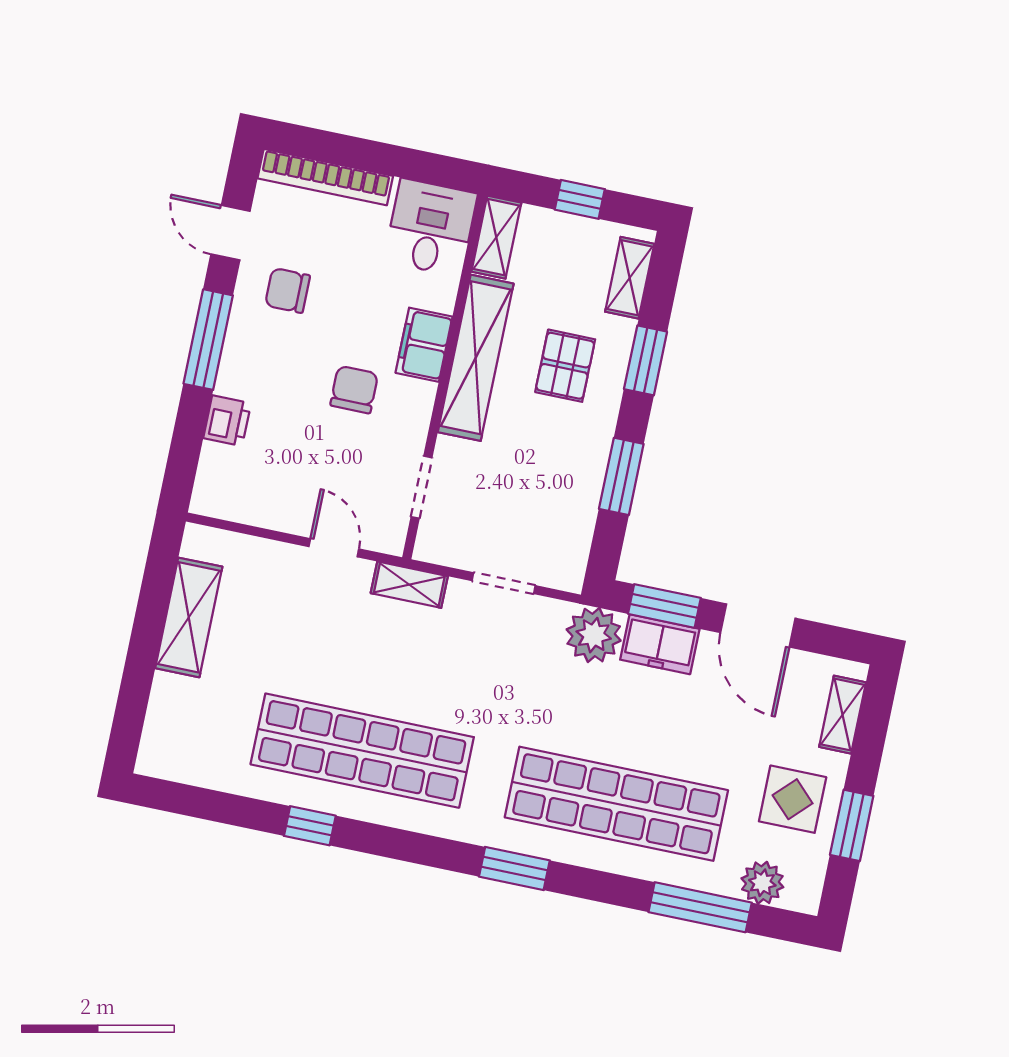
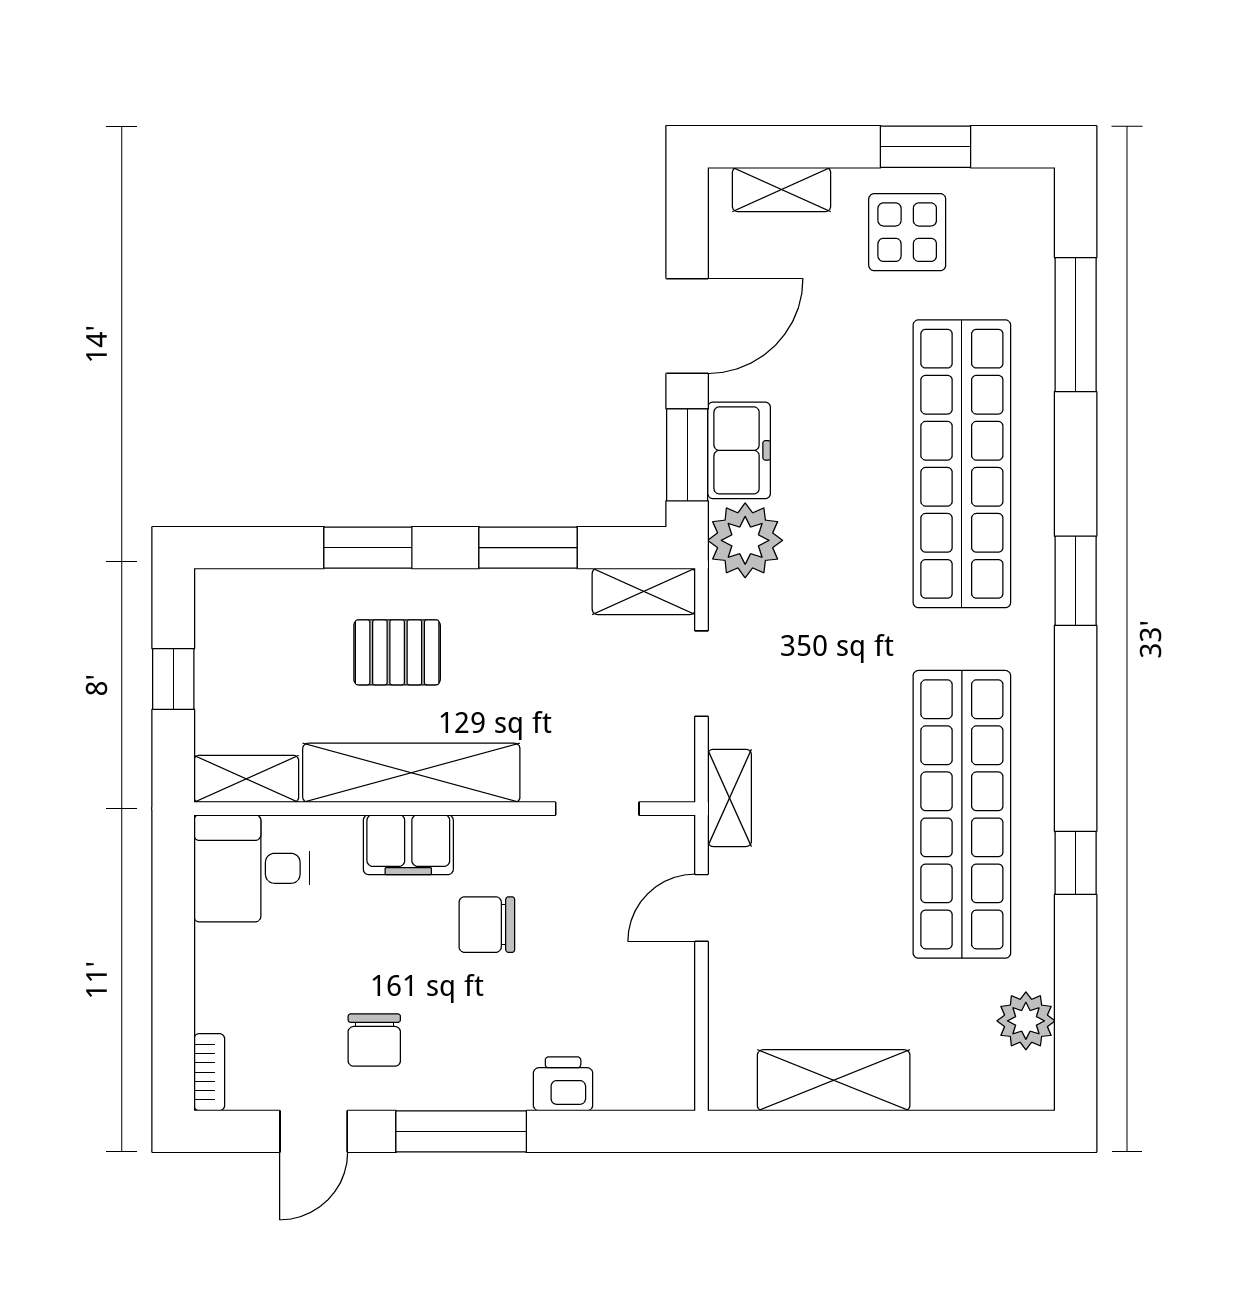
bookcase: (325, 177) -> (209, 1072), width x0.43, depth x0.76
shelving: (630, 278) -> (644, 591), moved
plant: (762, 883) -> (1026, 1021), moved

